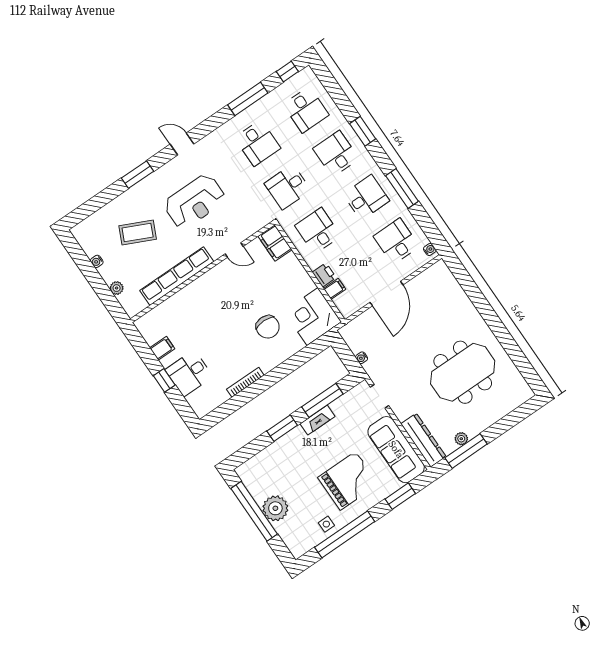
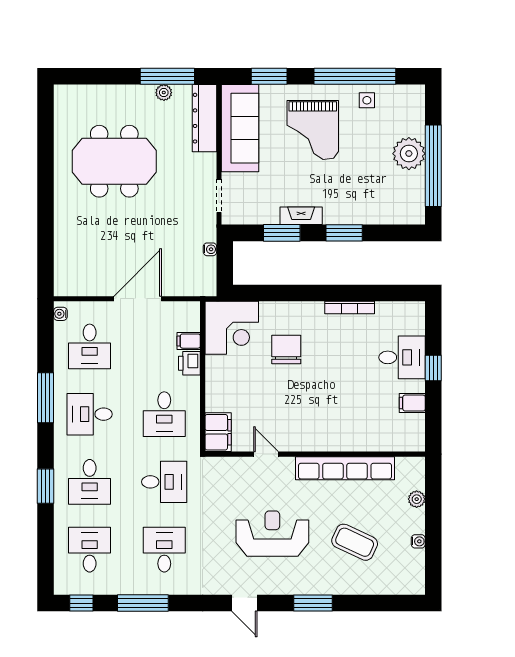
window: (322, 400) -> (282, 233), width x0.69
grand piano: (348, 481) -> (313, 130), turned -90

